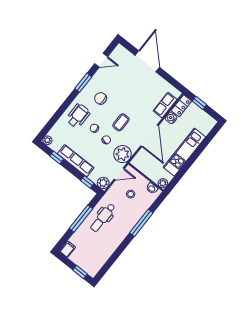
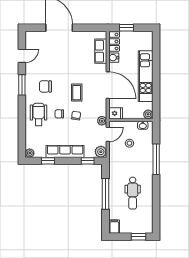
plant: (122, 154) -> (102, 121), width x0.53, depth x0.53
fridge: (138, 162) -> (116, 113), added
dental chair: (103, 218) -> (133, 193), moved

